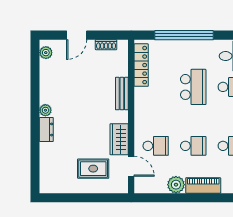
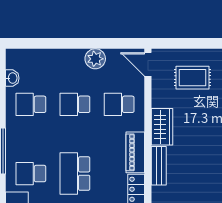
wardrobe: (119, 139) -> (162, 127), moved
door: (131, 166) -> (148, 64), moved
piano: (203, 185) -> (135, 152), moved, turned 90

